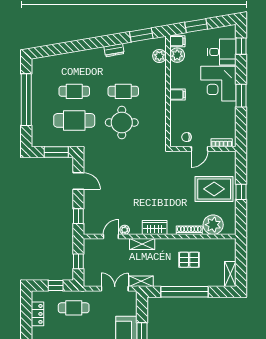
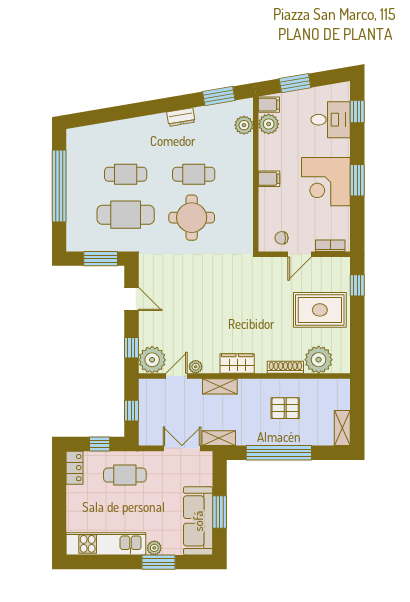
corner desk: (218, 84) -> (326, 182), moved
window: (241, 192) -> (357, 285), moved
plant: (93, 225) -> (152, 360), added
locker: (37, 314) -> (75, 468), moved

